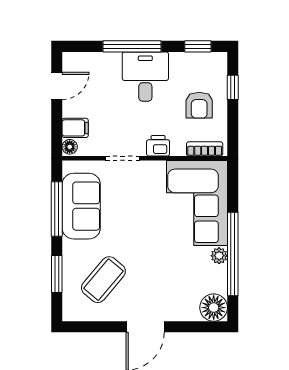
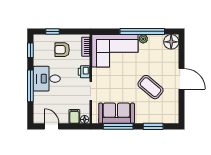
armchair: (199, 105) -> (62, 50), turned 180
coffee table: (103, 280) -> (151, 87), moved

